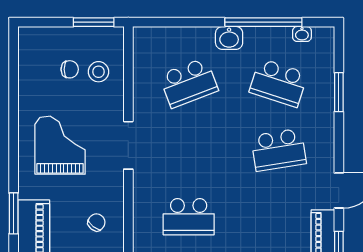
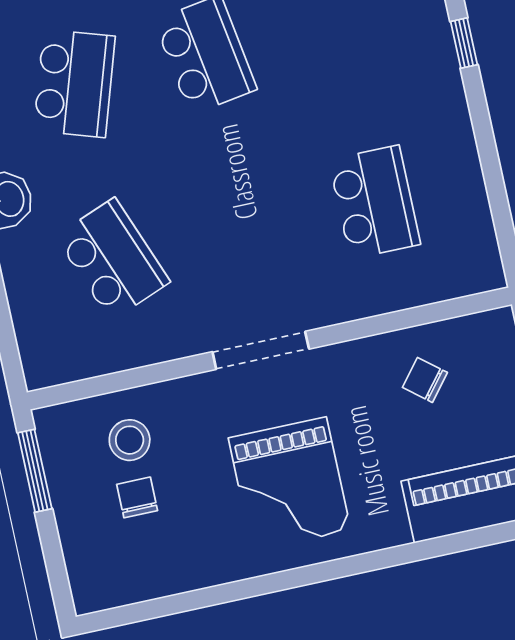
grand piano: (60, 145) -> (290, 484), turned -90
window: (14, 213) -> (443, 546), removed

